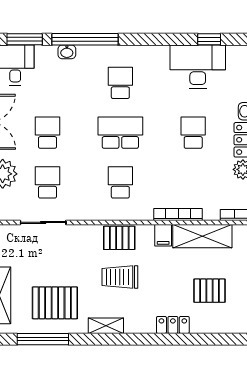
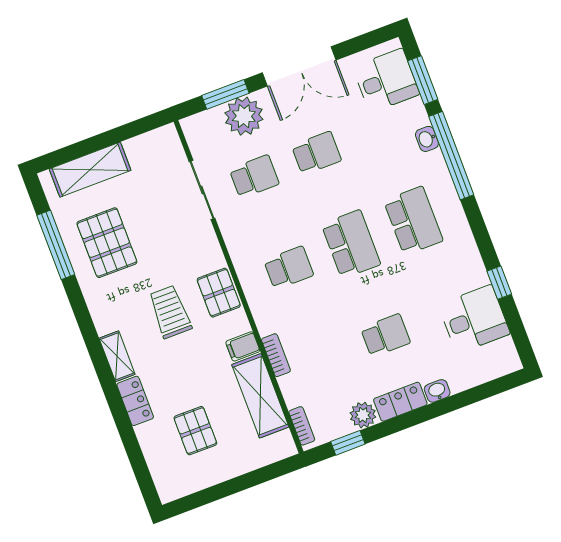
window: (209, 39) -> (499, 283), moved
desk: (198, 66) -> (474, 319), width x0.73
school desk: (120, 83) -> (413, 221), width x1.85
bookcase: (178, 214) -> (276, 355), width x0.64
shelving: (106, 326) -> (117, 356), moved

